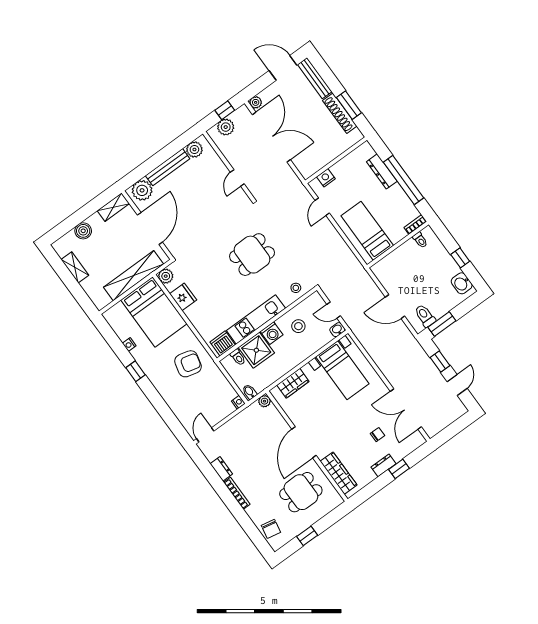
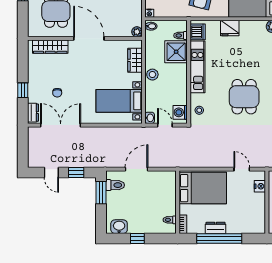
dresser: (382, 171) -> (216, 228), moved, width x0.70
bed: (367, 231) -> (203, 188), width x1.50
fridge: (183, 297) -> (230, 28), moved
door: (334, 310) -> (165, 125), hinge flipped
stool: (298, 326) -> (152, 75), moved
washing machine: (272, 333) -> (180, 112), moved
dresser: (384, 465) -> (33, 113), moved

